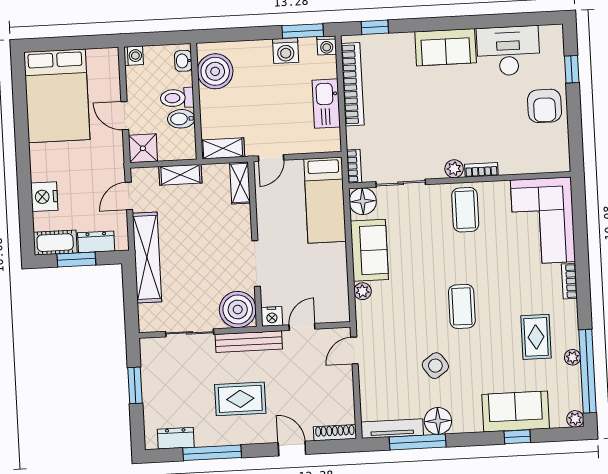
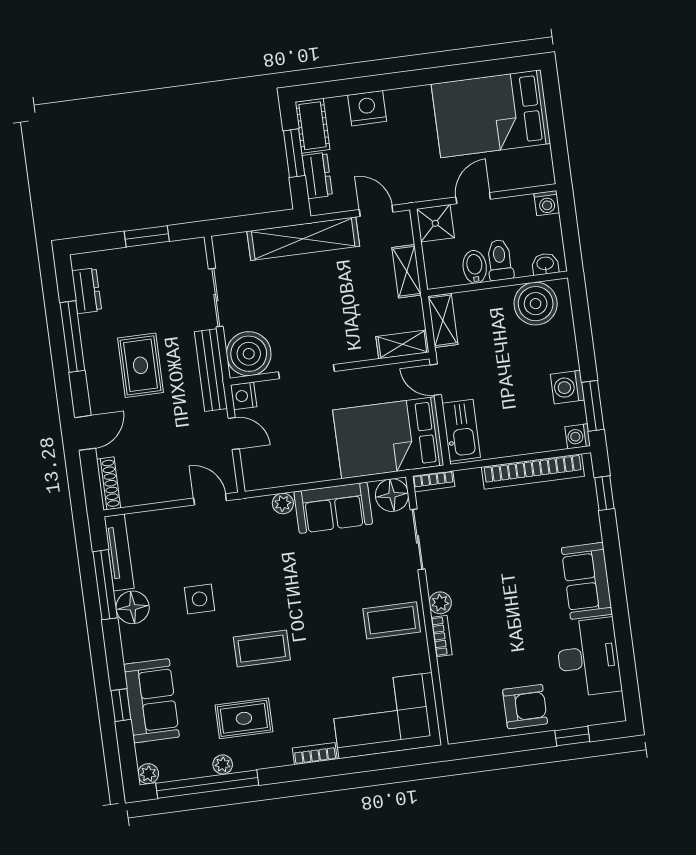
kitchen sink: (326, 104) -> (461, 430), moved, turned 90
armchair: (545, 106) -> (525, 707), turned 180
bed: (325, 200) -> (388, 438), width x1.50
coffee table: (462, 306) -> (262, 649), moved
side table: (435, 366) -> (200, 599), turned 35

